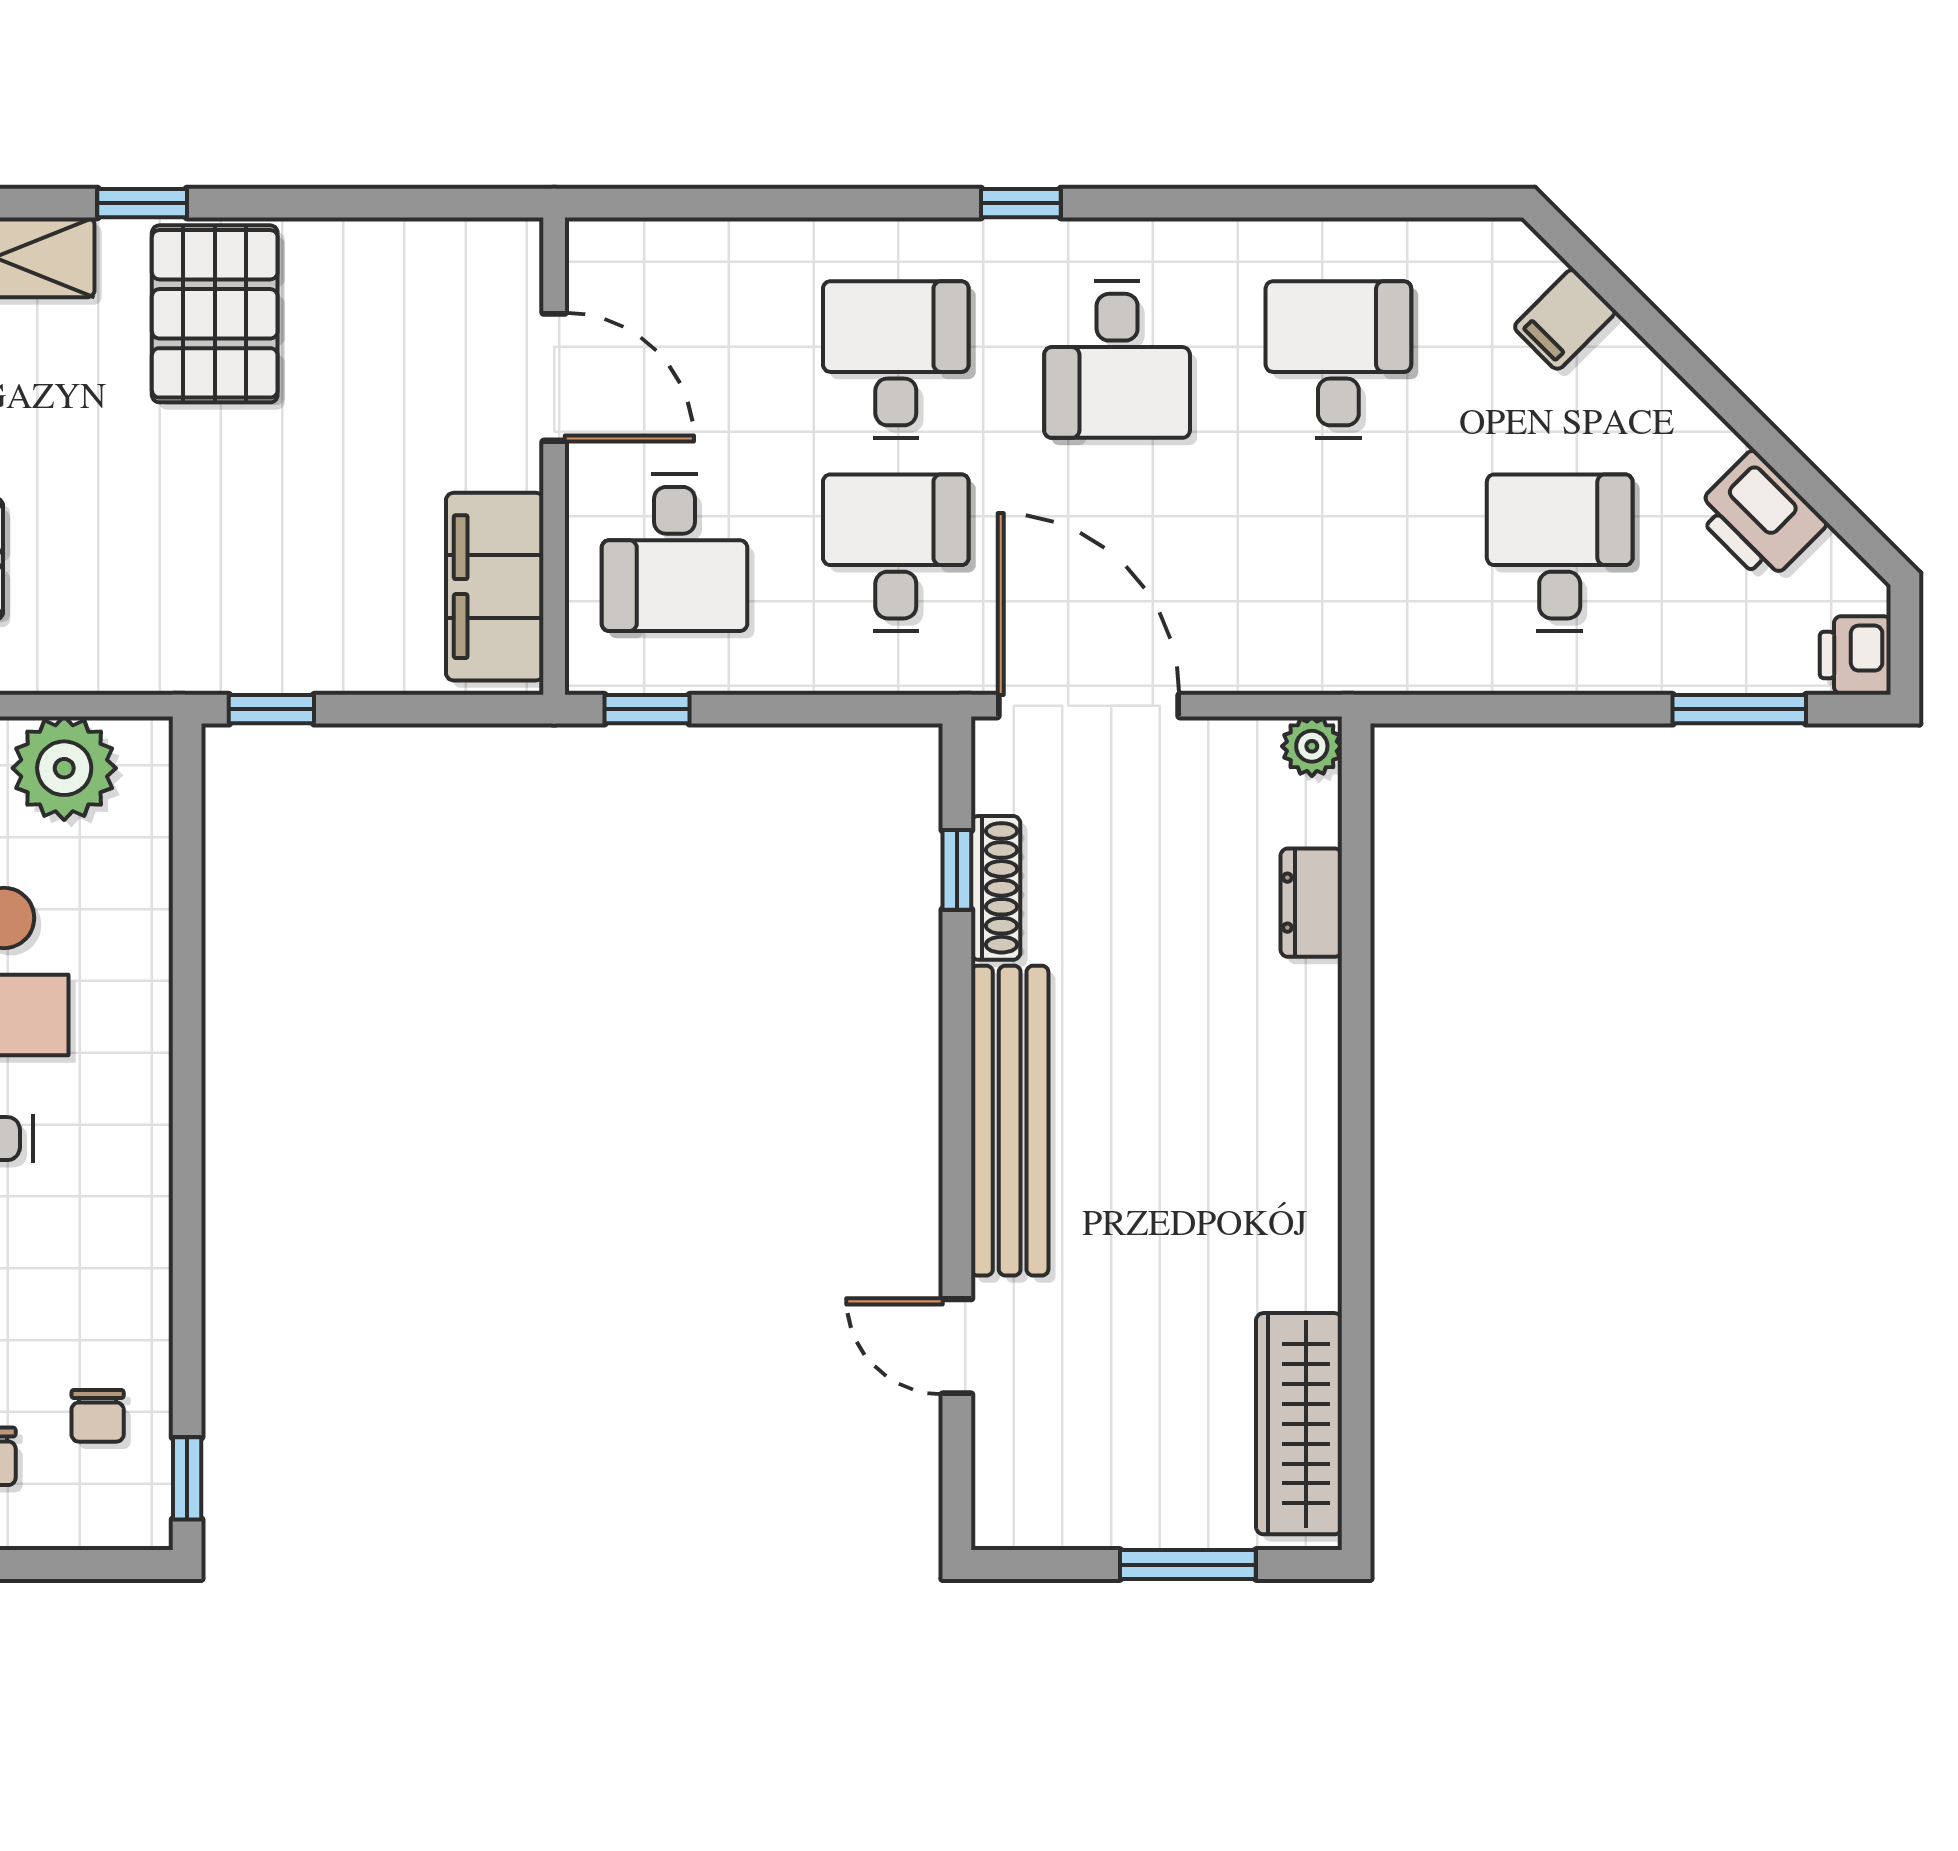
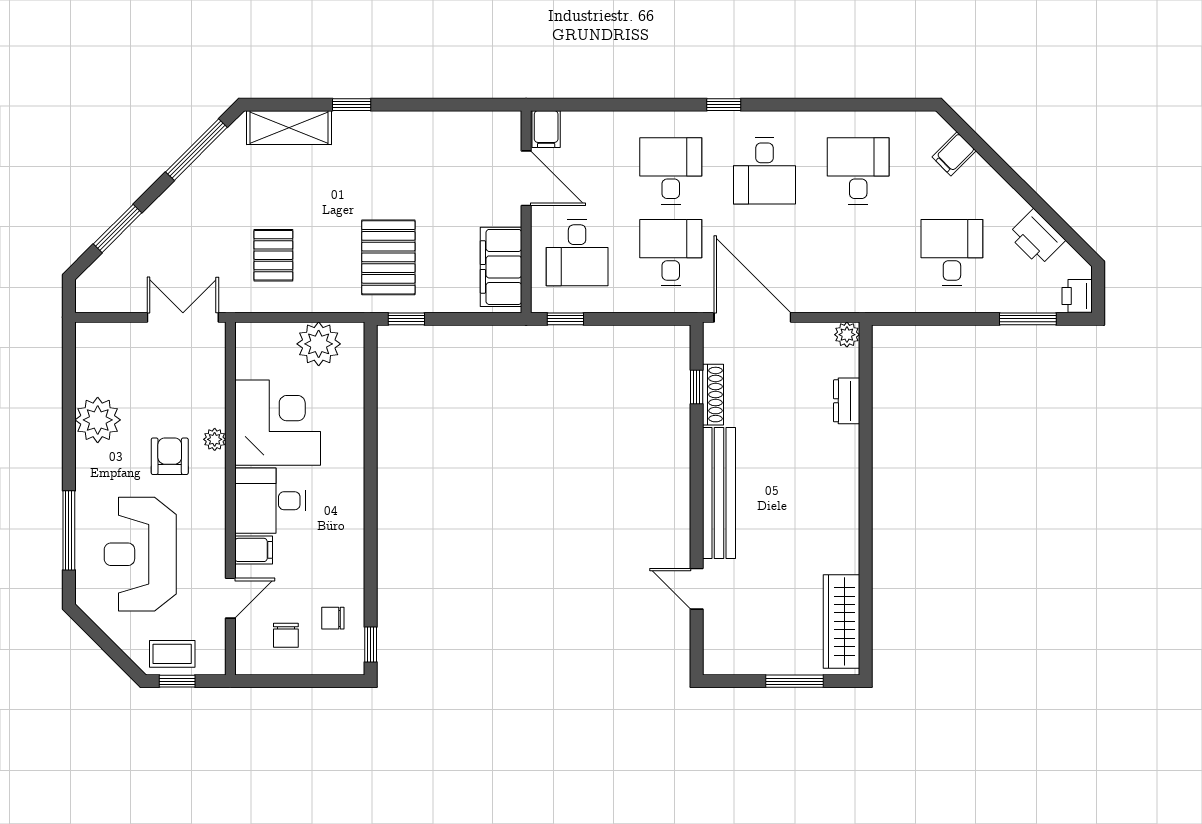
filing cabinet: (601, 261) -> (546, 129), added
pallet: (215, 314) -> (388, 257), moved
chair: (98, 1416) -> (333, 618), turned 90

